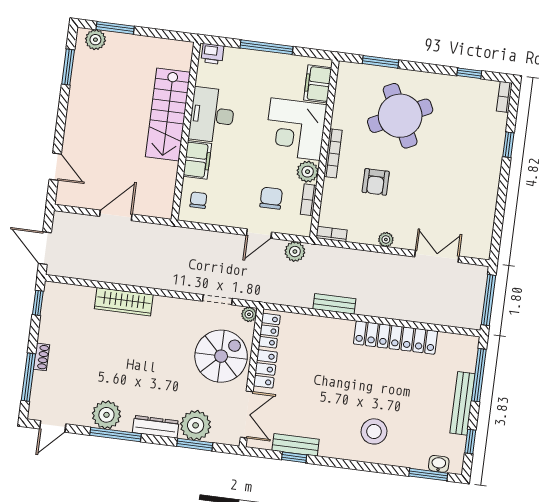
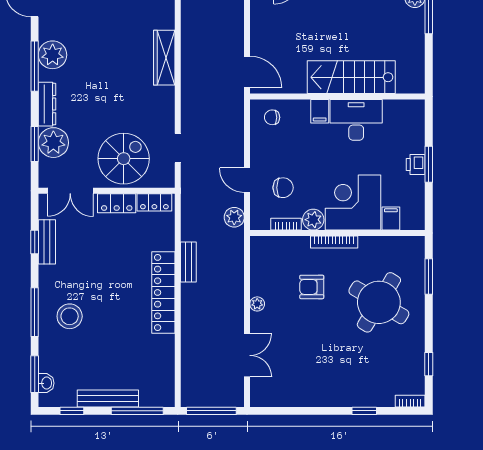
window: (266, 47) -> (429, 164), width x0.69
printer: (212, 54) -> (416, 165), moved
filing cabinet: (318, 84) -> (391, 219), width x0.50
round table: (400, 116) -> (379, 302), turned -33
filing cabinet: (197, 160) -> (320, 111), width x0.50
chair: (198, 200) -> (272, 117), turned 180
door: (116, 215) -> (247, 72), moved
bookcase: (332, 234) -> (256, 251), removed
plant: (249, 314) -> (168, 181), removed
locker: (395, 337) -> (163, 292), moved
spiral stairs: (221, 356) -> (124, 159), turned -90
window: (365, 466) -> (35, 312), added

